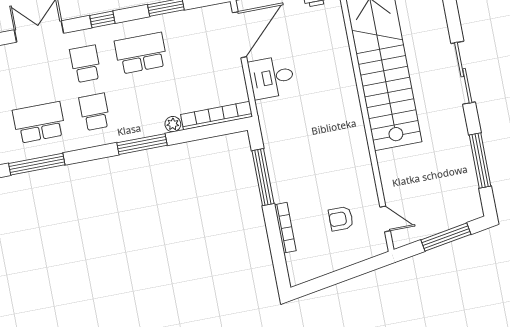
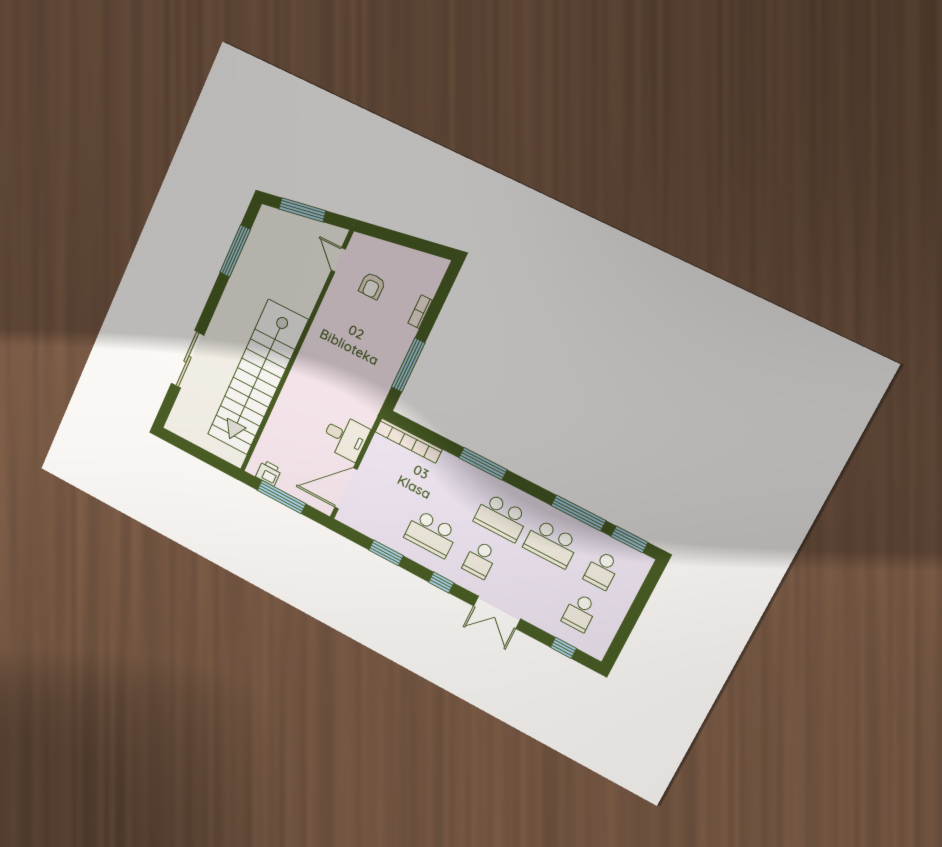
sliding door: (463, 73) -> (187, 359), moved
school desk: (95, 112) -> (501, 518), width x1.85
plant: (173, 124) -> (447, 460), removed
armchair: (341, 219) -> (372, 286), turned 90
bookcase: (285, 228) -> (420, 312), width x0.64

